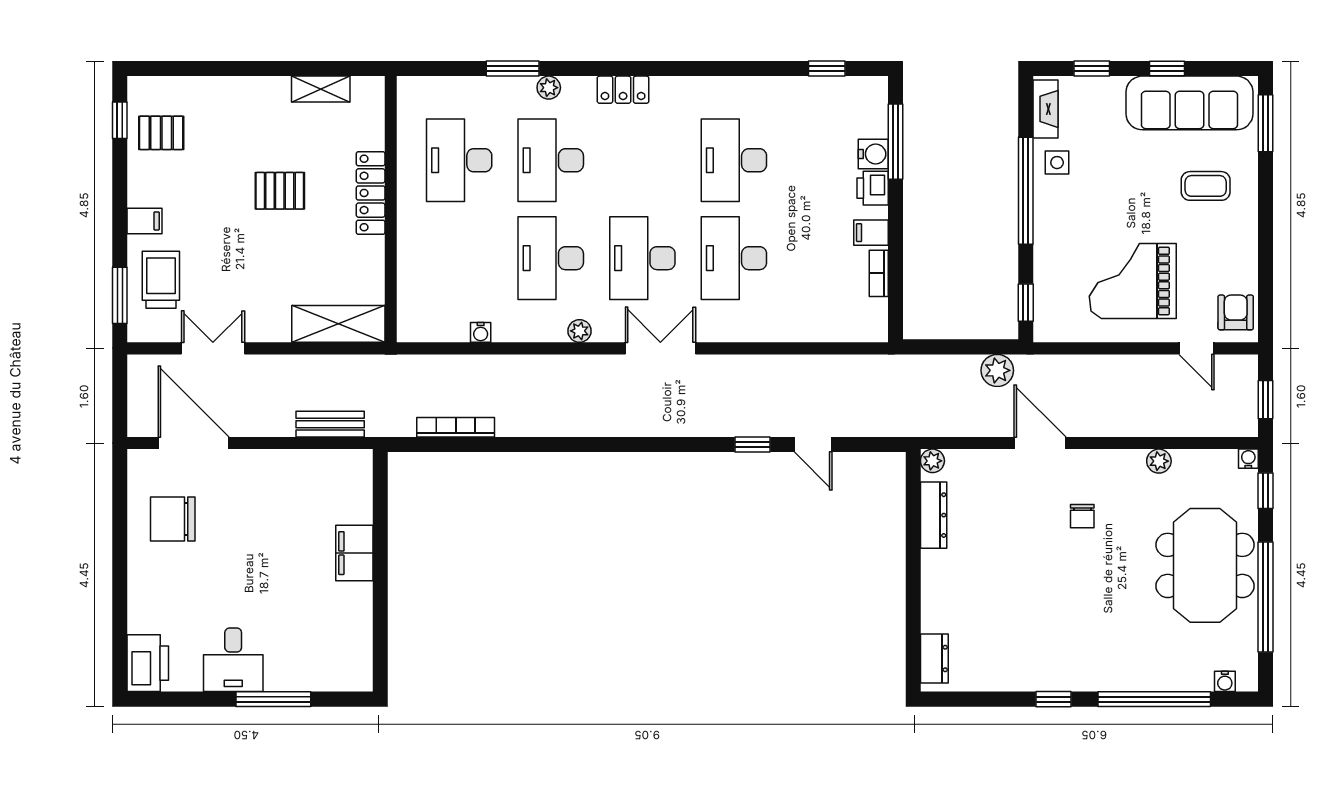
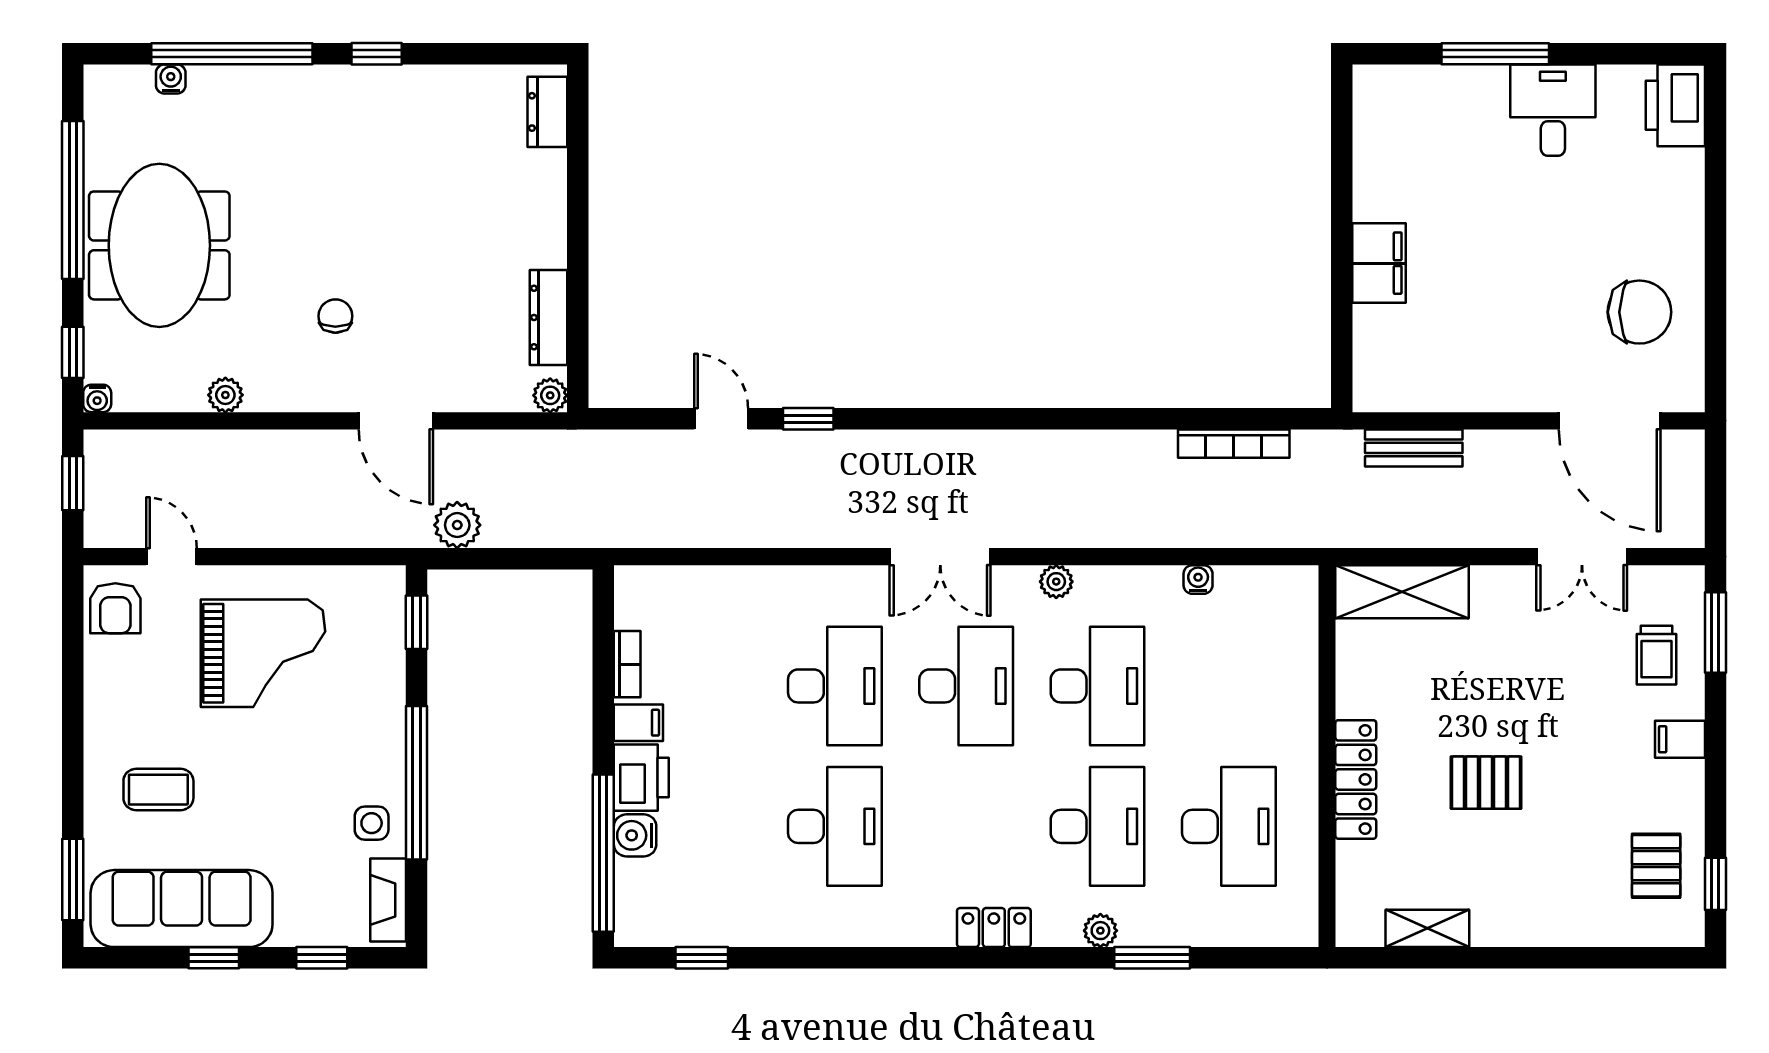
pallet: (161, 133) -> (1656, 866), turned 90
window: (895, 142) -> (603, 853), width x1.46
printer: (873, 188) -> (641, 778), width x1.36, depth x1.24
trolley: (161, 280) -> (1656, 655), width x0.73, depth x0.72
water cooler: (1225, 681) -> (171, 79), moved

